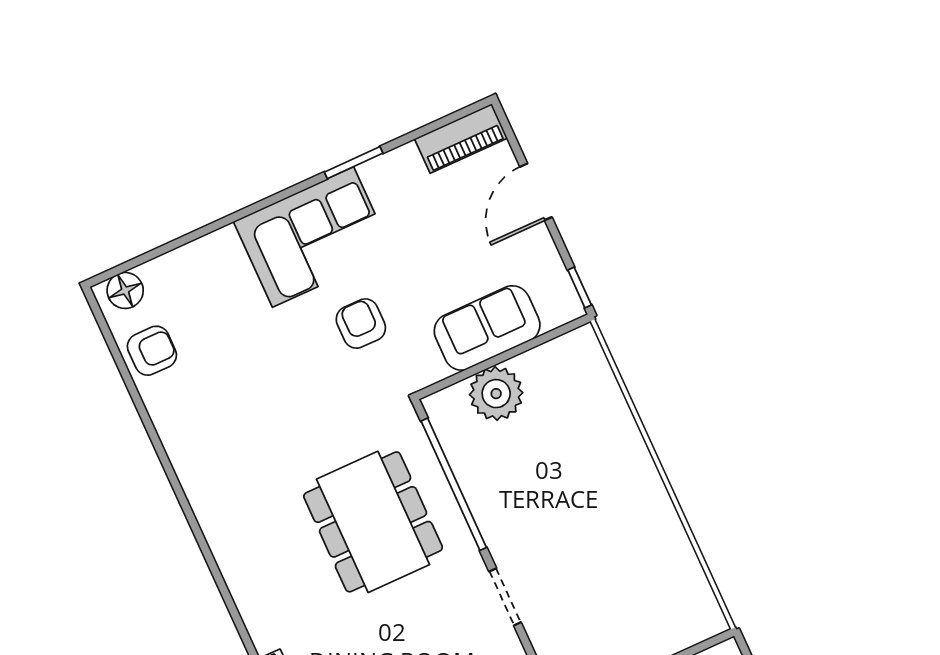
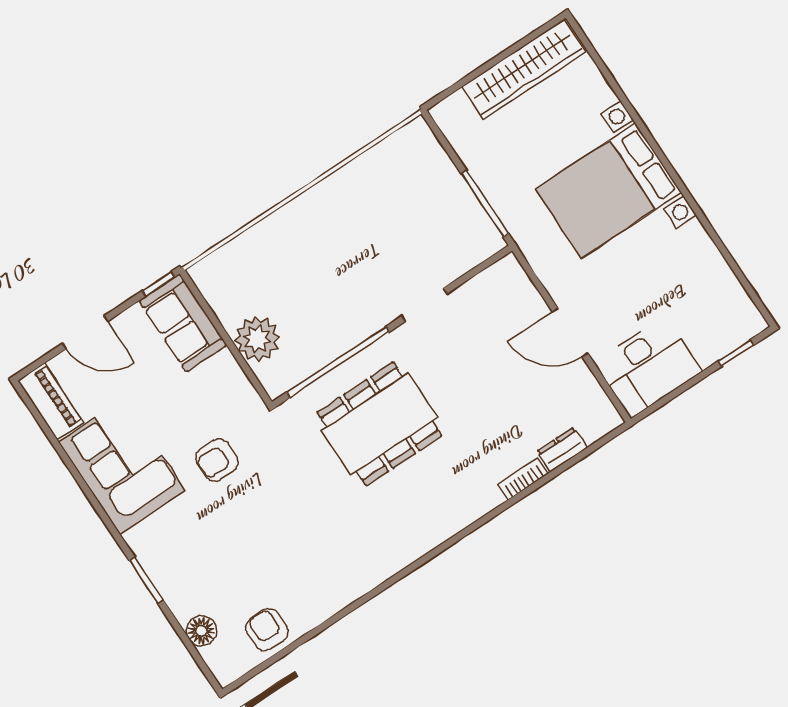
window: (354, 163) -> (146, 580), moved
corner sofa: (313, 237) -> (122, 466), moved
floor lamp: (125, 290) -> (201, 631), moved
sofa: (487, 328) -> (183, 323), moved

